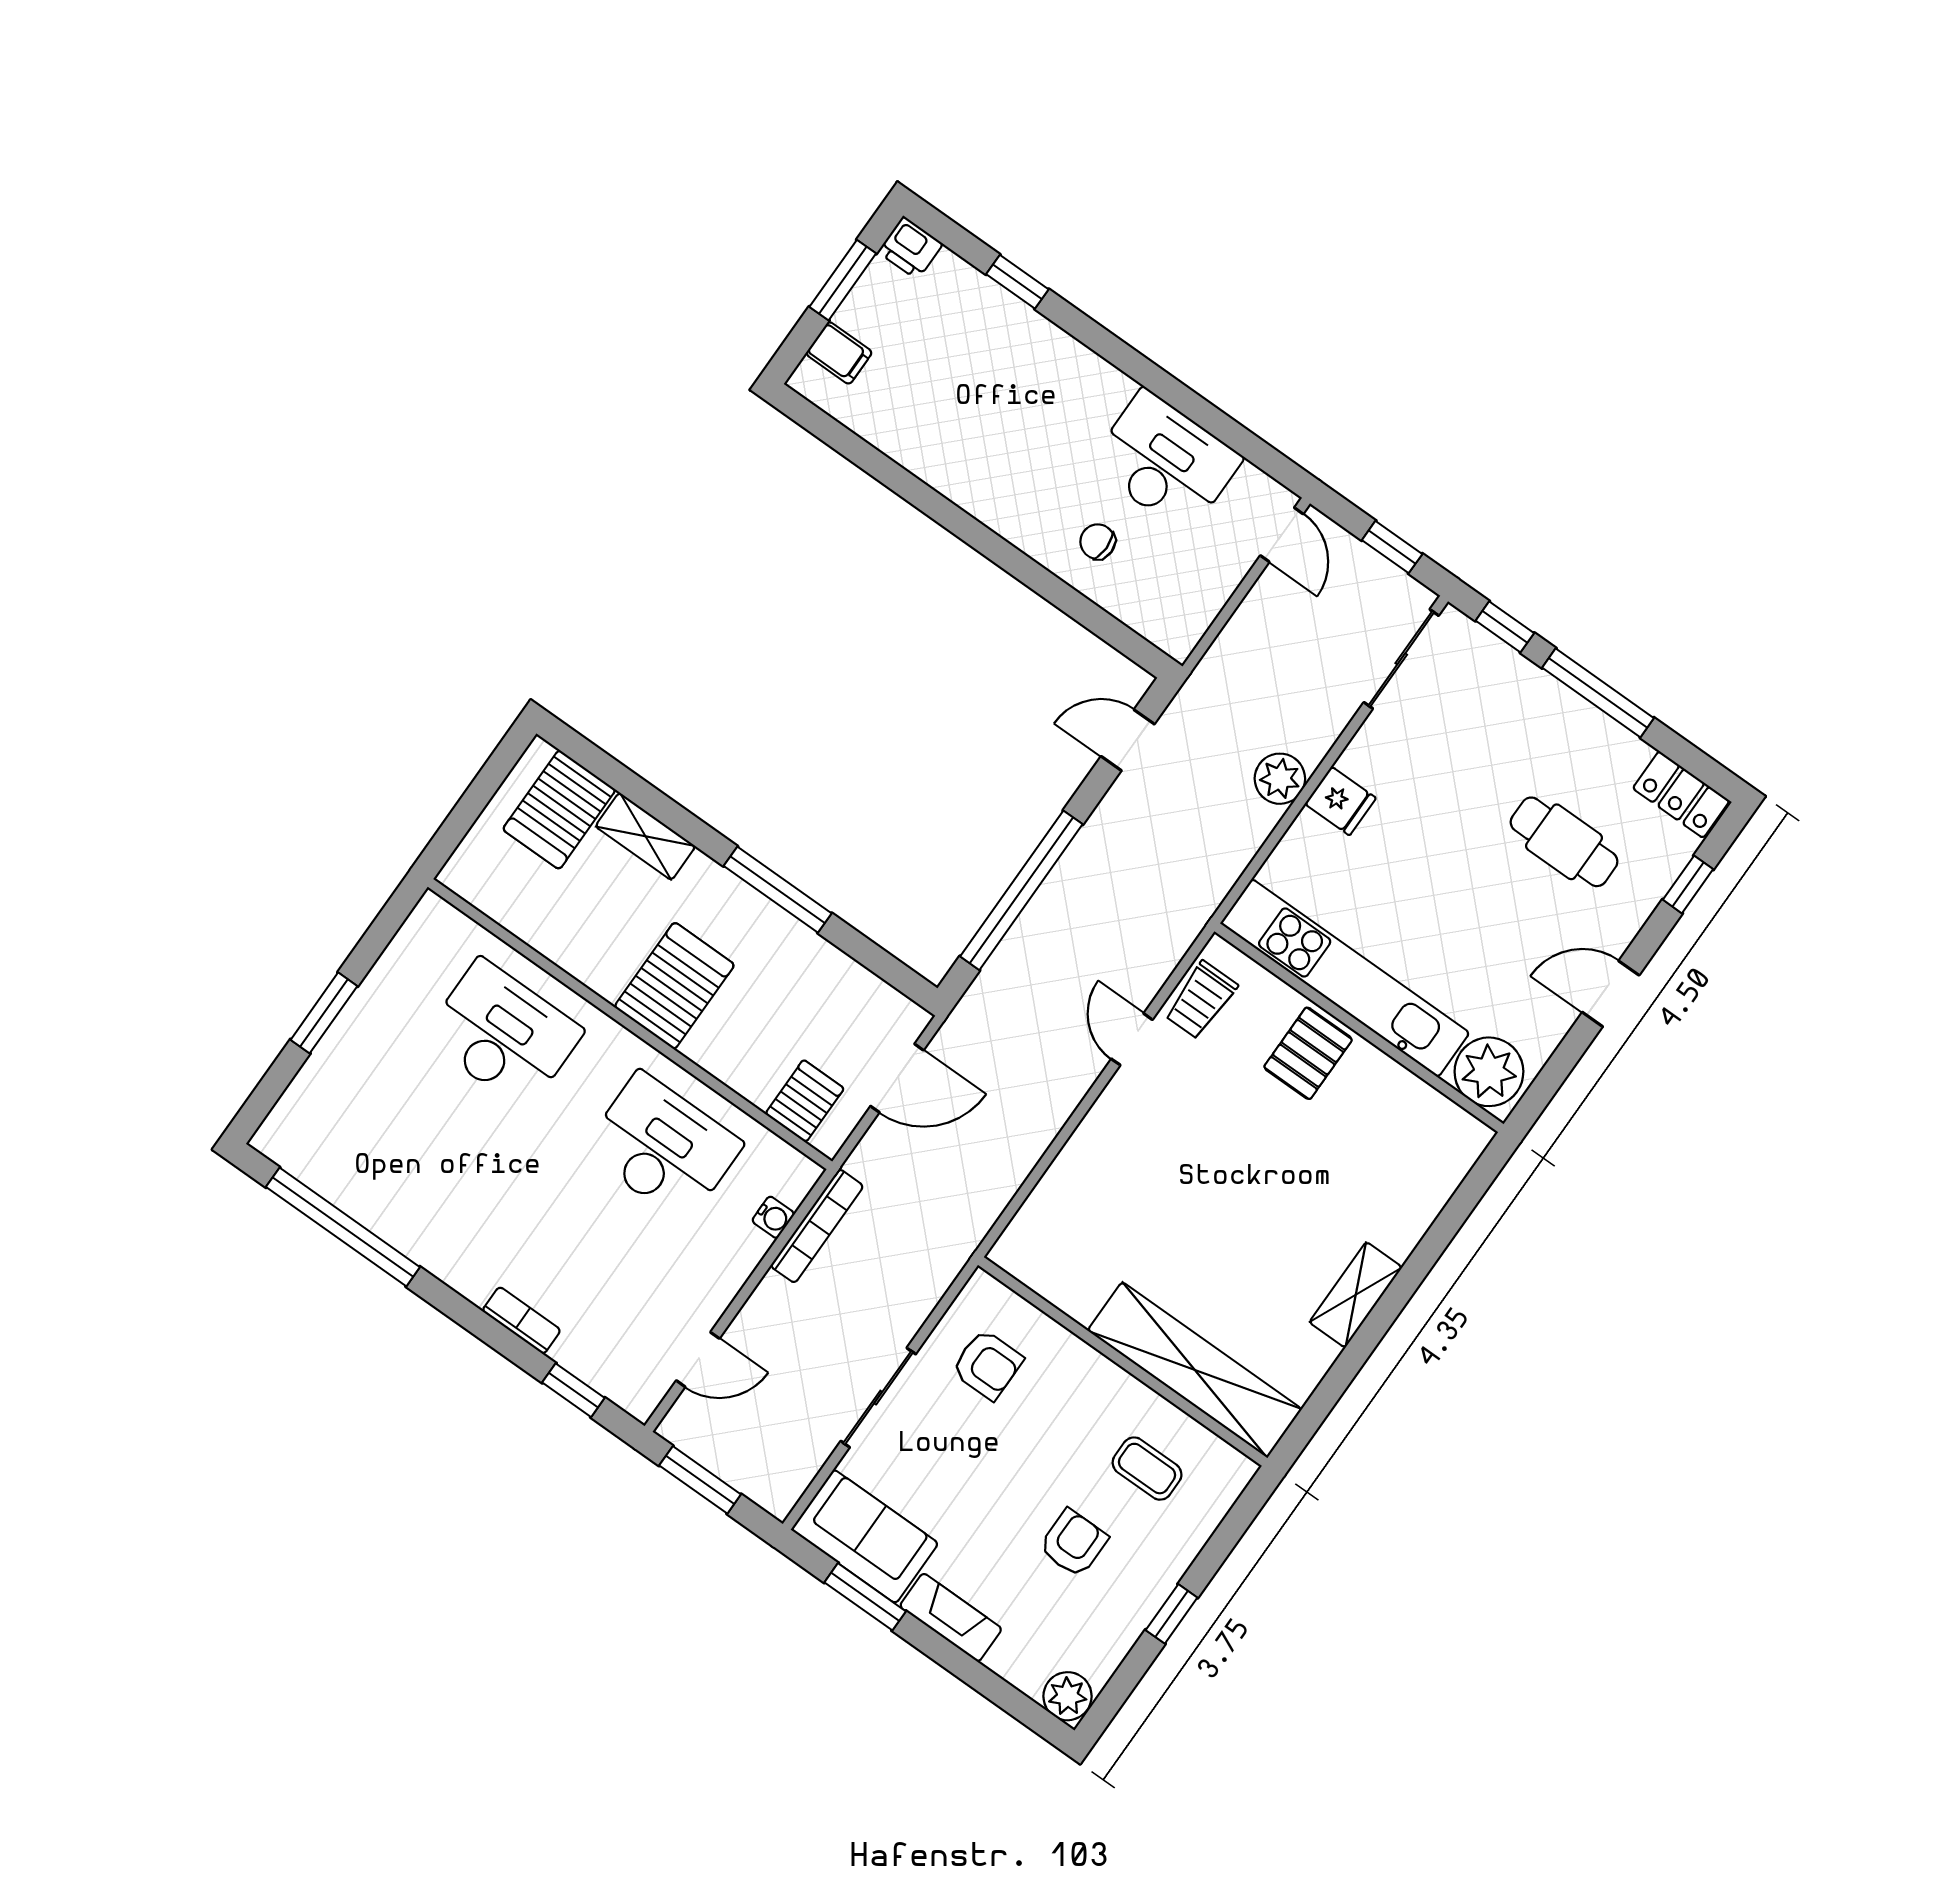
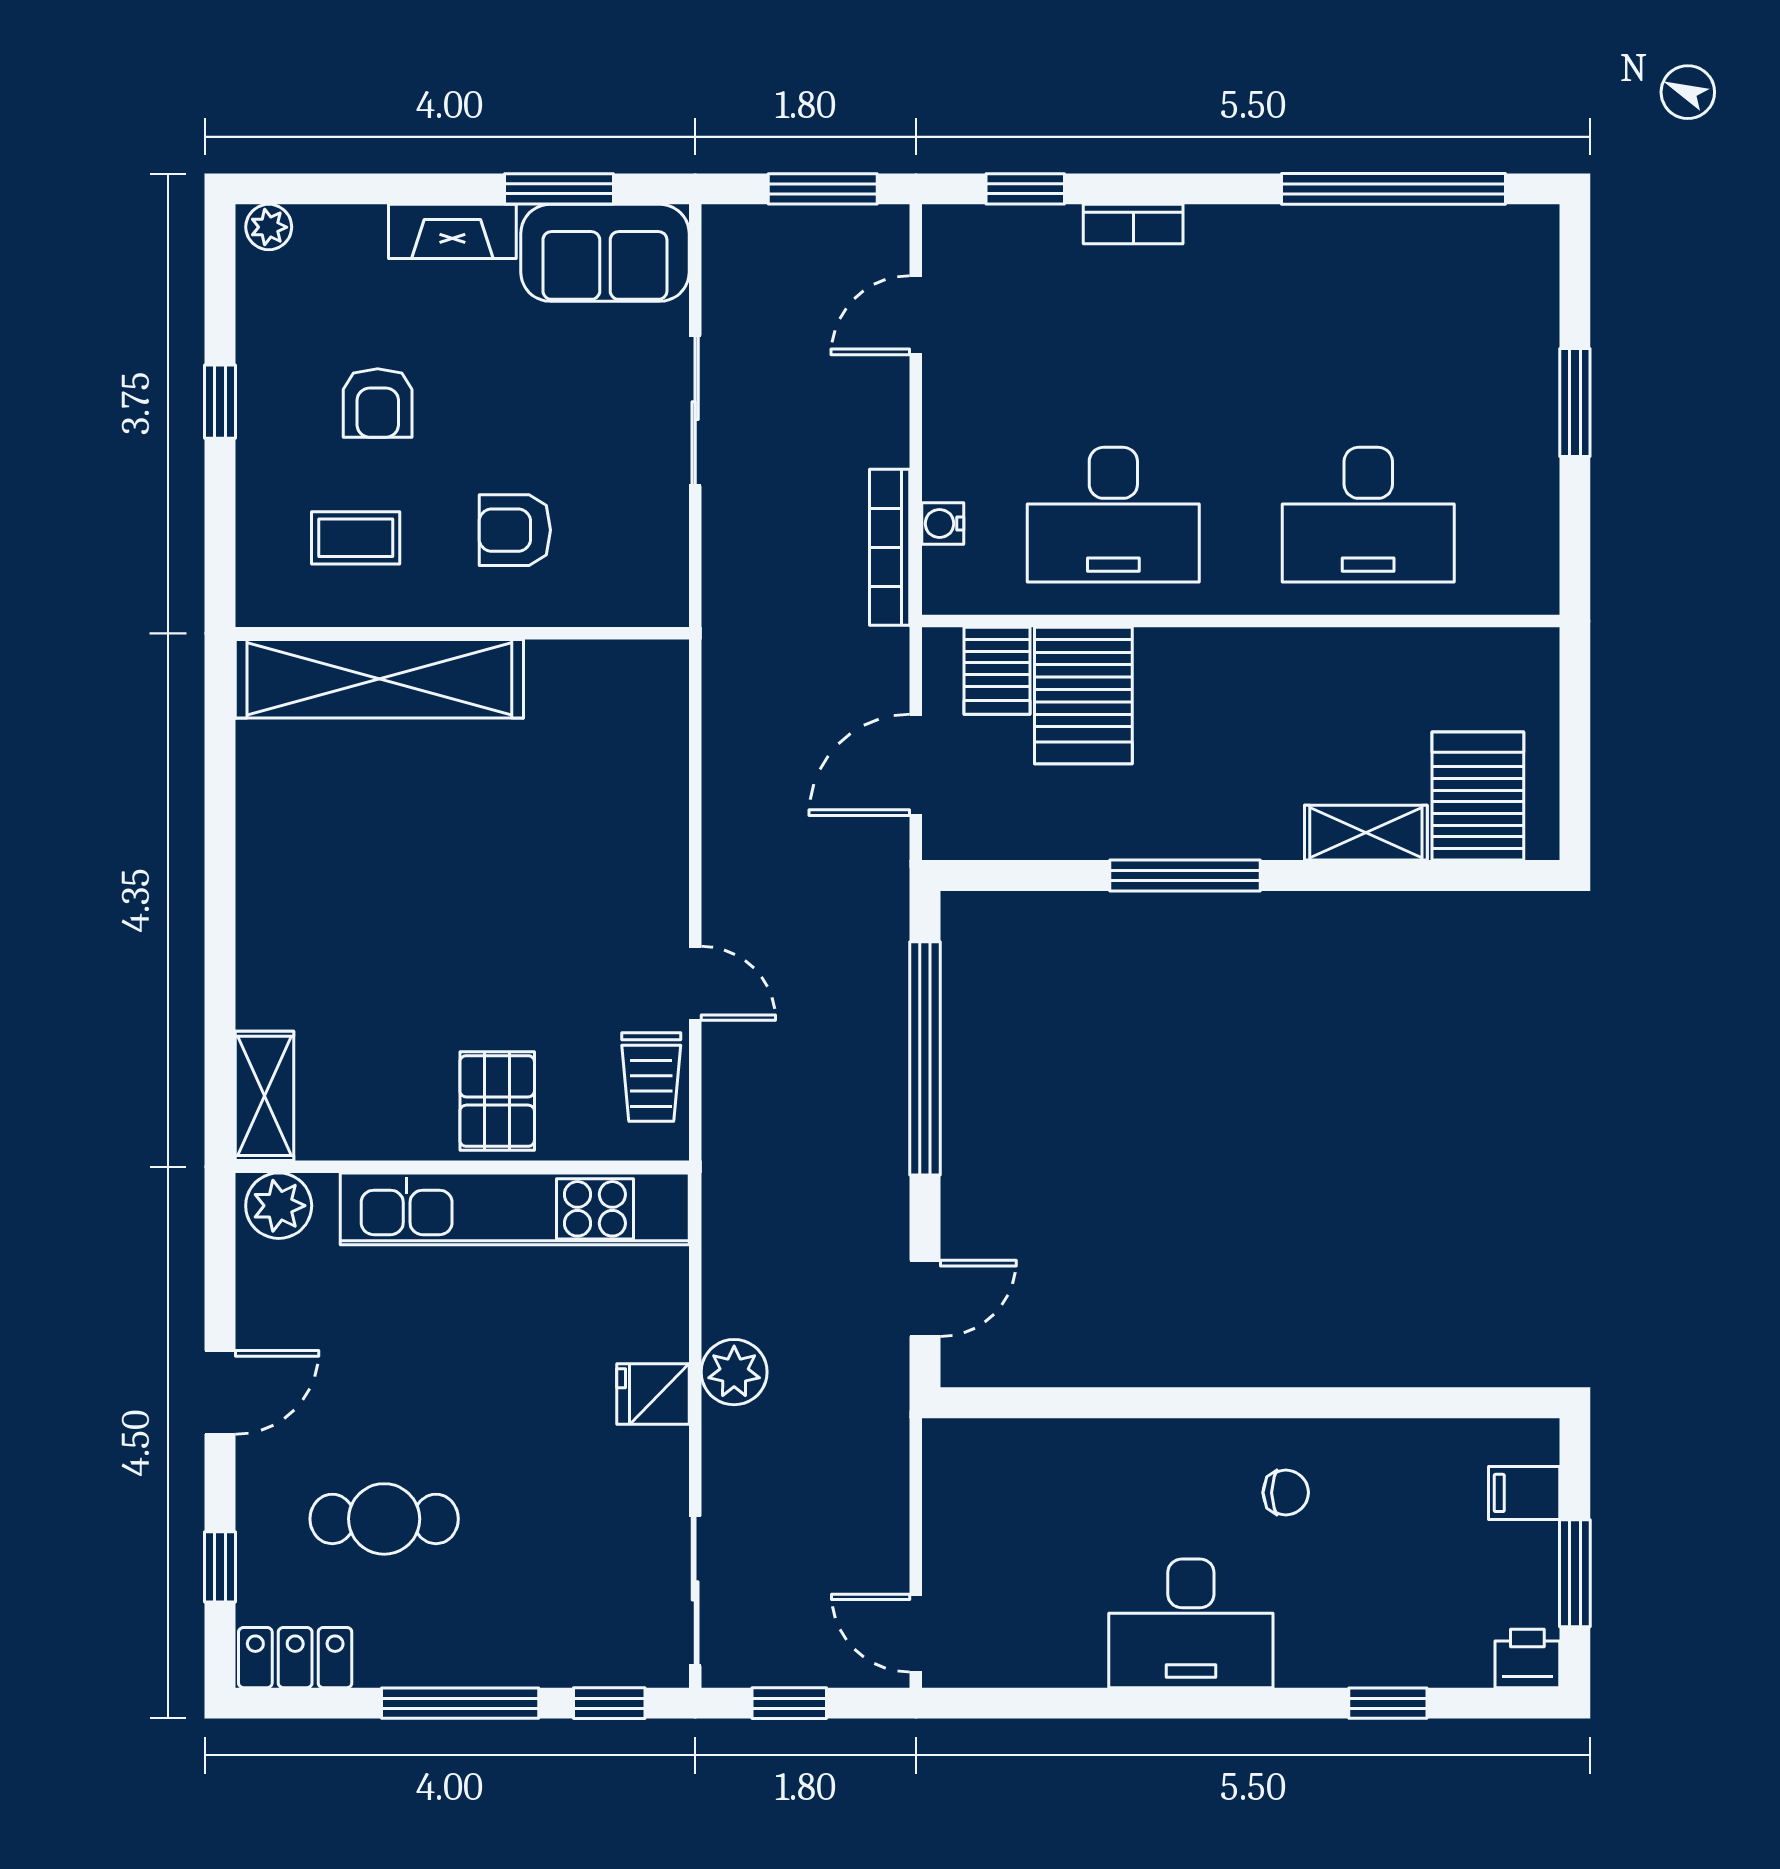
desk: (1166, 462) -> (1191, 1623), moved
chair: (1098, 542) -> (1286, 1493), moved
server rack: (674, 986) -> (1083, 695), moved
trolley: (1201, 1000) -> (651, 1077), turned 180
plant: (1489, 1072) -> (279, 1206), width x0.73, depth x0.73
shelving: (1356, 1295) -> (265, 1096), moved
armchair: (987, 1365) -> (515, 530), moved
plant: (1068, 1696) -> (269, 227), width x0.73, depth x0.73

